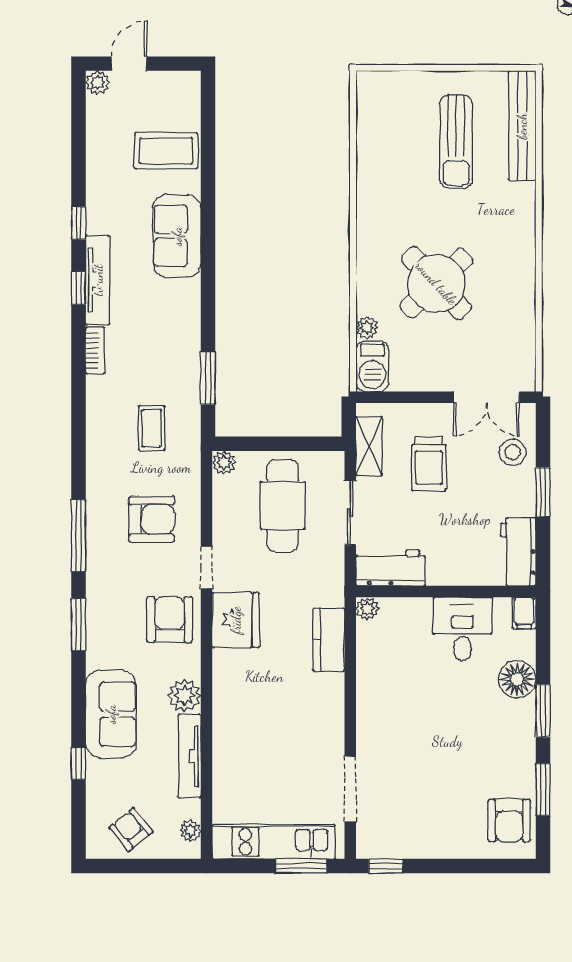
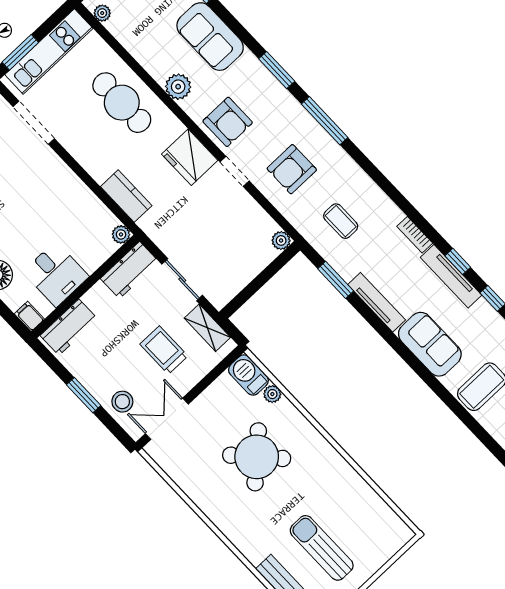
cafe table: (283, 506) -> (122, 103), moved
workbench: (518, 552) -> (69, 327), moved, turned 90
tv unit: (190, 756) -> (377, 302), moved

